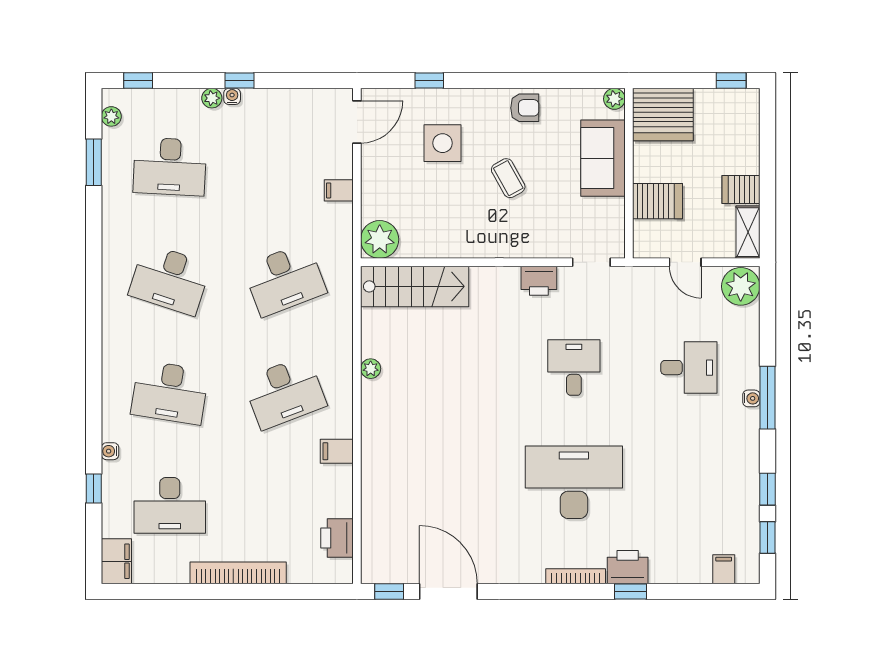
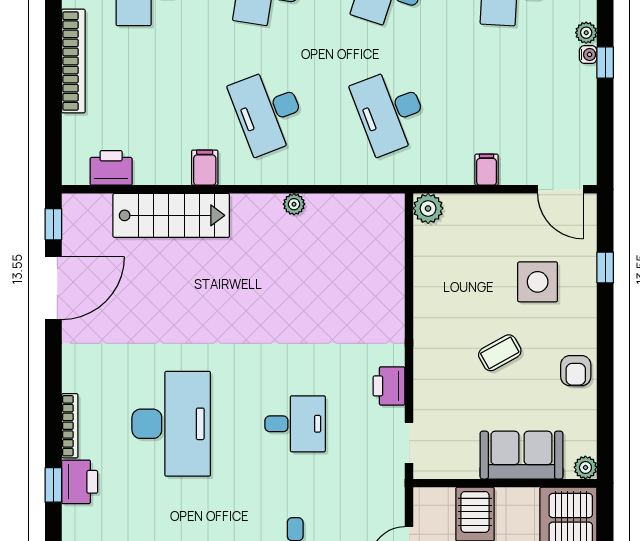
plant: (380, 239) -> (428, 208), width x0.73, depth x0.73
stairs: (415, 286) -> (171, 215), moved, turned -90

